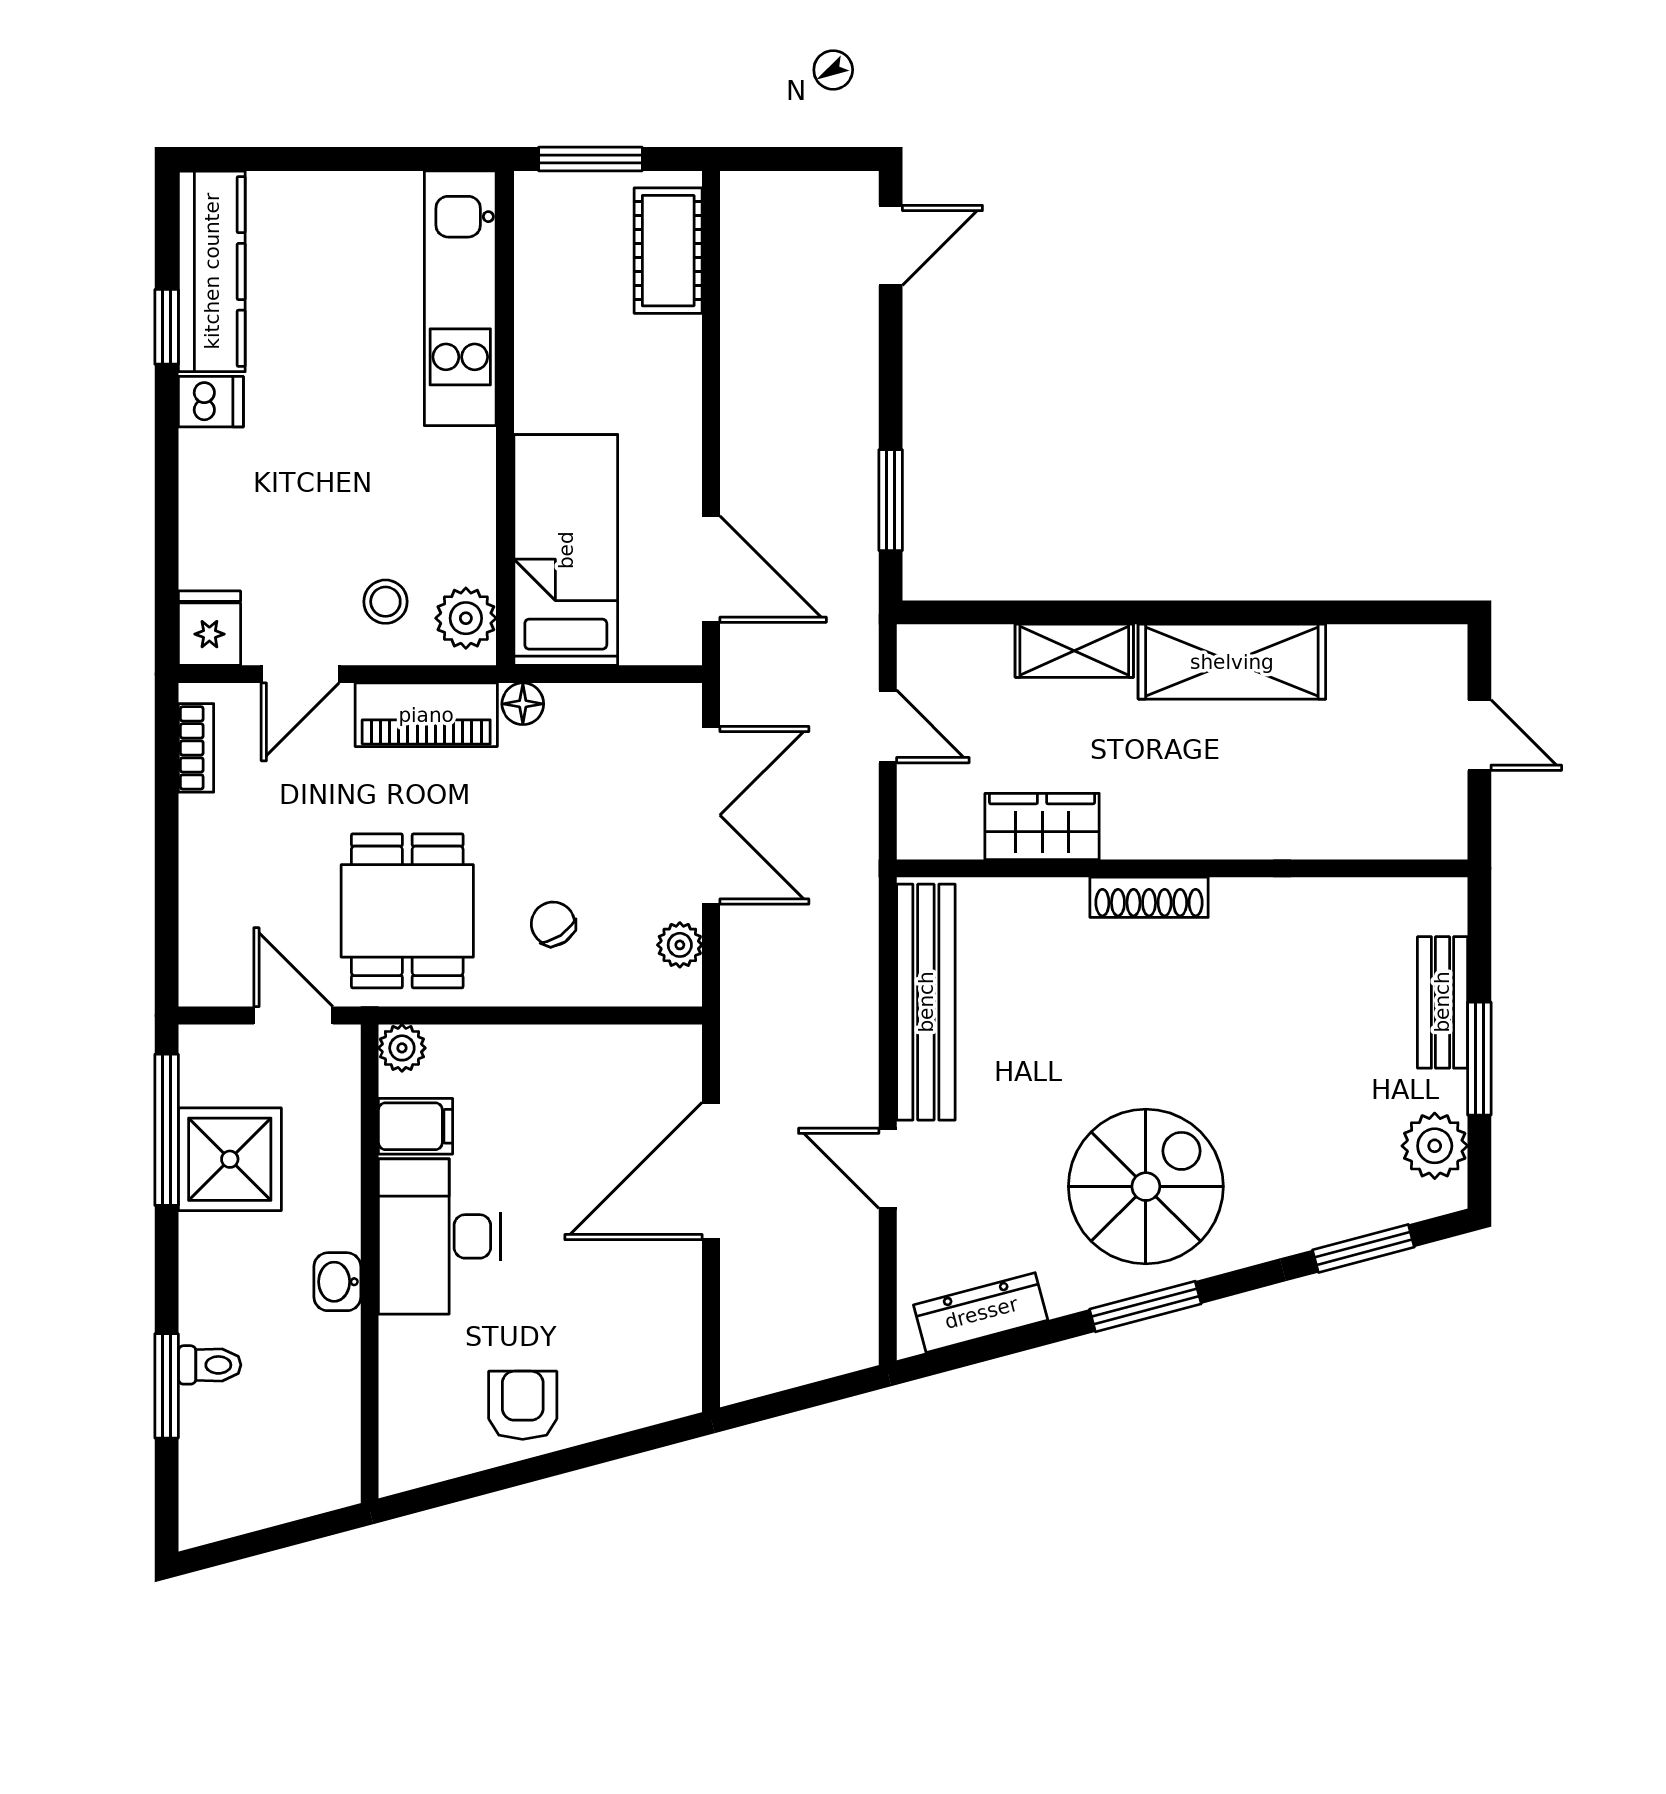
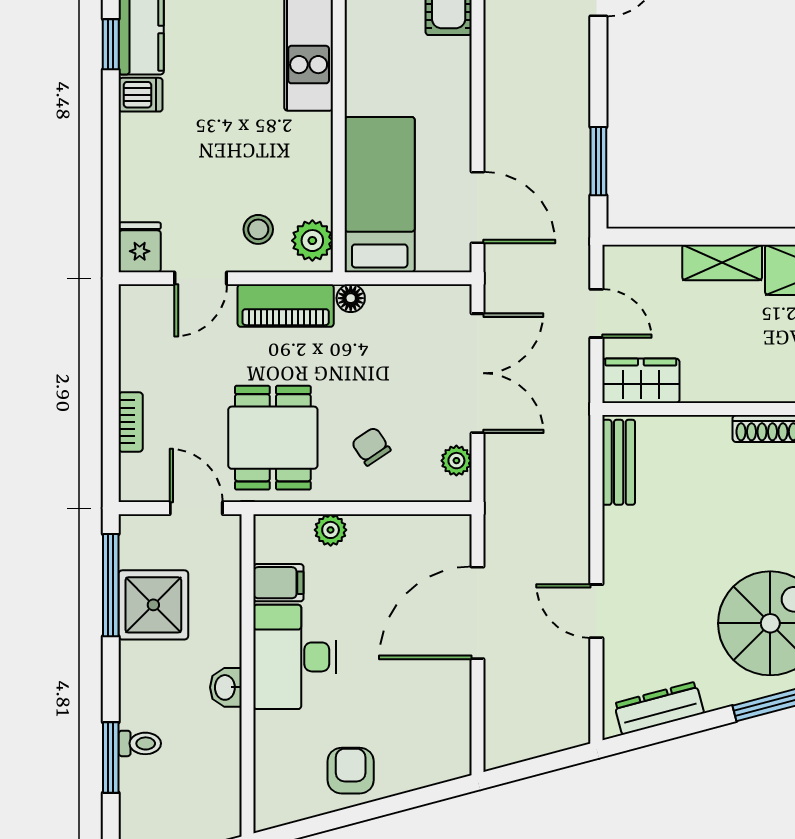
bookcase: (196, 748) -> (131, 422), moved
wardrobe: (1042, 826) -> (641, 381), moved
bench: (926, 1002) -> (619, 462), width x0.54, depth x0.82
plant: (402, 1048) -> (331, 530), moved

